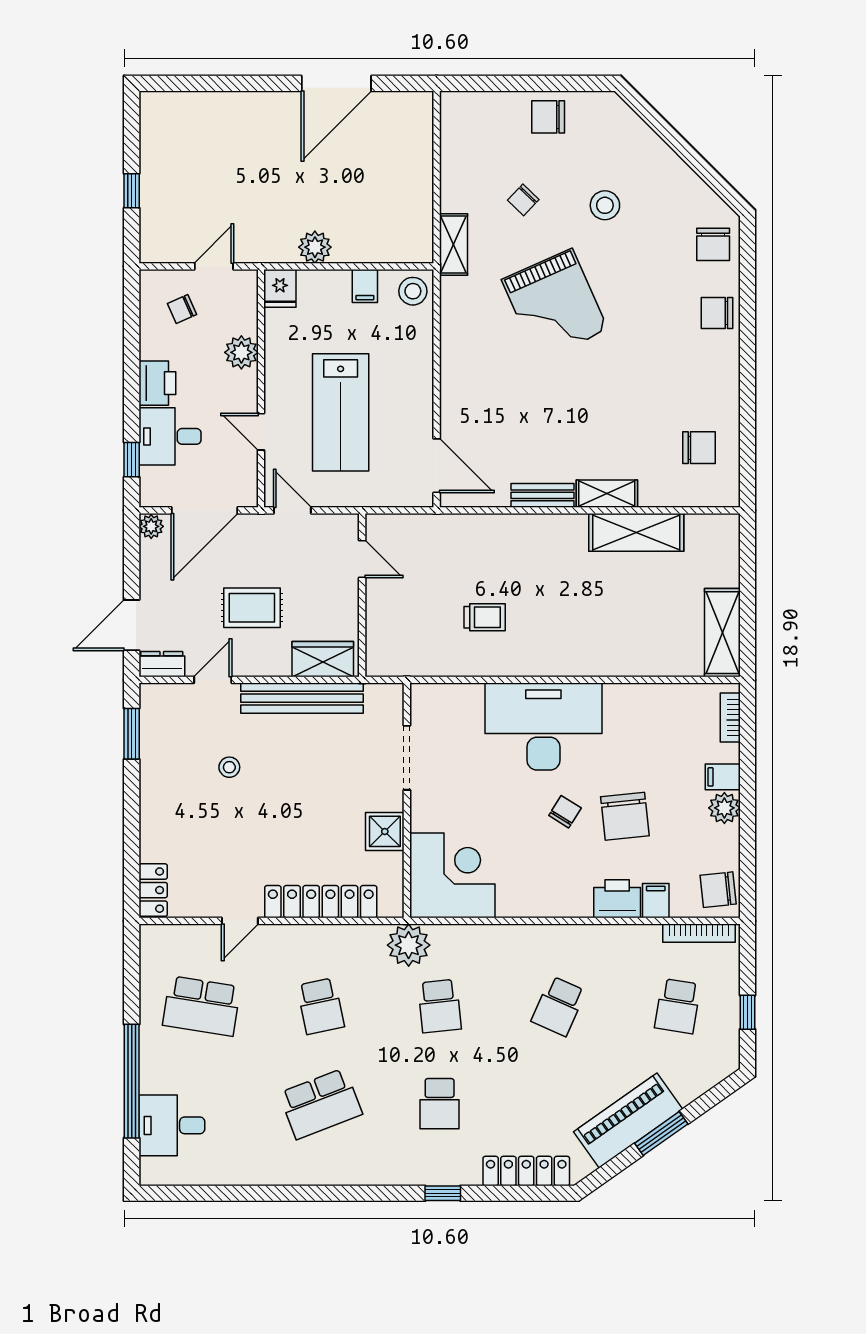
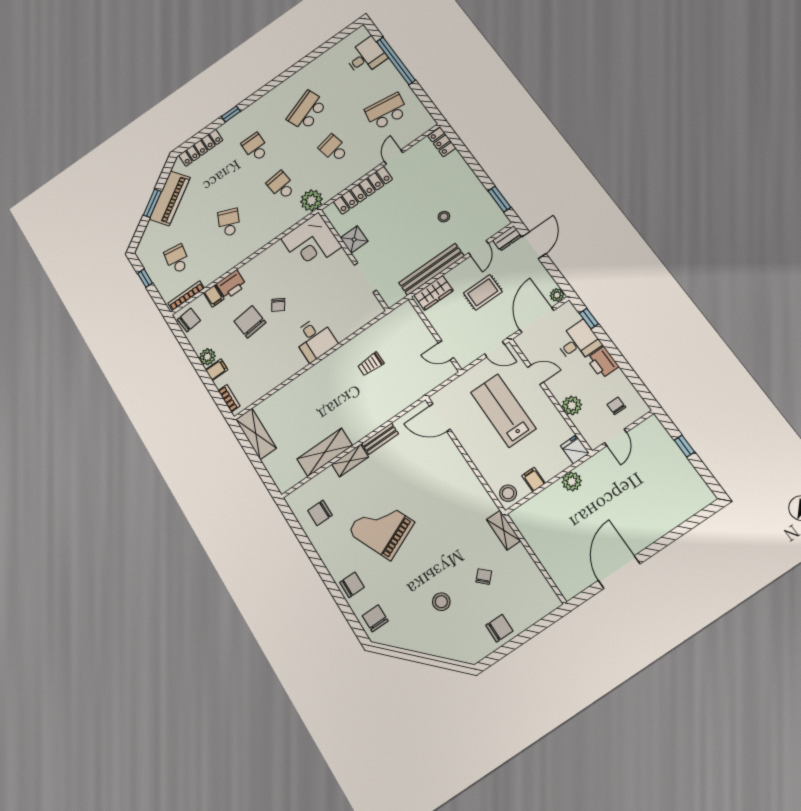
grand piano: (555, 305) -> (381, 527), moved
chair: (182, 309) -> (616, 406), turned -66
desk: (543, 727) -> (315, 339), width x0.53, depth x0.77

